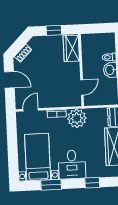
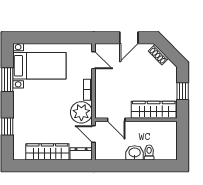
wardrobe: (71, 48) -> (154, 110), width x1.50
door: (95, 107) -> (94, 134), added
desk: (72, 164) -> (29, 104), removed

